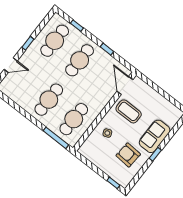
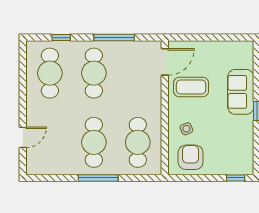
window: (28, 43) -> (23, 99), removed
window: (107, 49) -> (114, 38), width x2.17
door: (125, 86) -> (165, 62), swing flipped
window: (56, 138) -> (98, 178), moved
armchair: (128, 155) -> (191, 157), moved, turned 86

